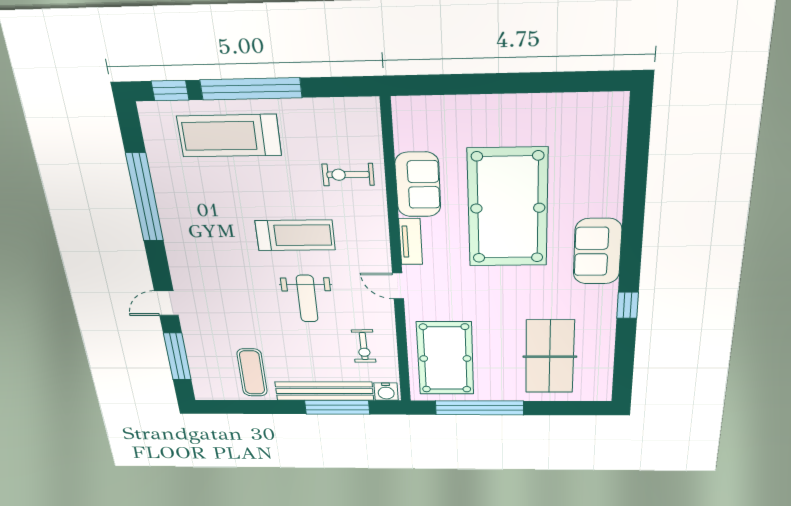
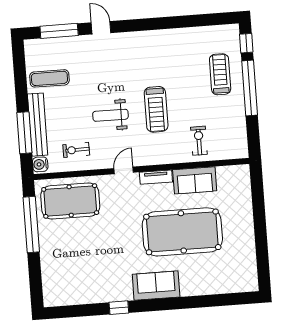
treadmill: (229, 136) -> (220, 74), width x0.73, depth x0.73
window: (145, 198) -> (177, 22), removed
table tennis table: (550, 357) -> (76, 265), removed

